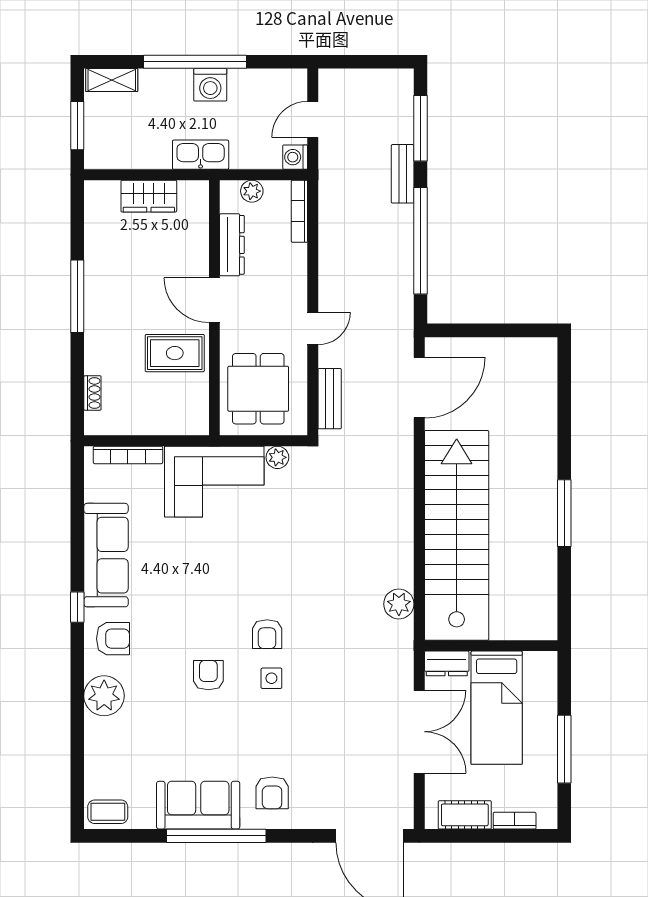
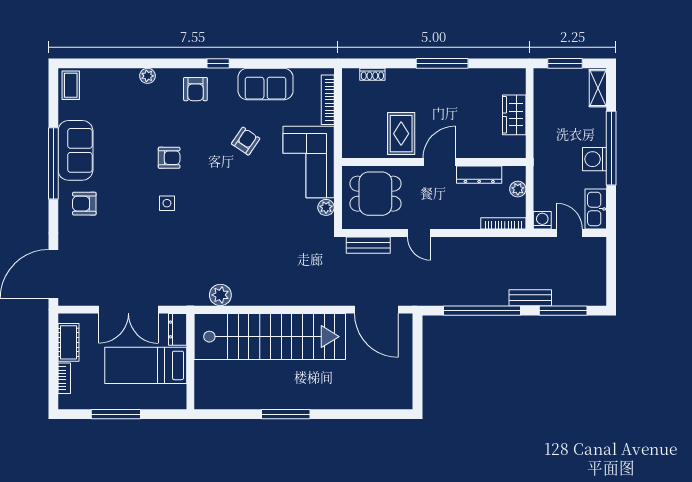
kitchen sink: (201, 155) -> (596, 209), moved, turned 180
sofa: (106, 555) -> (266, 84), width x0.73
armchair: (267, 634) -> (246, 141), moved, turned 124
plant: (104, 696) -> (148, 76), width x0.53, depth x0.53

